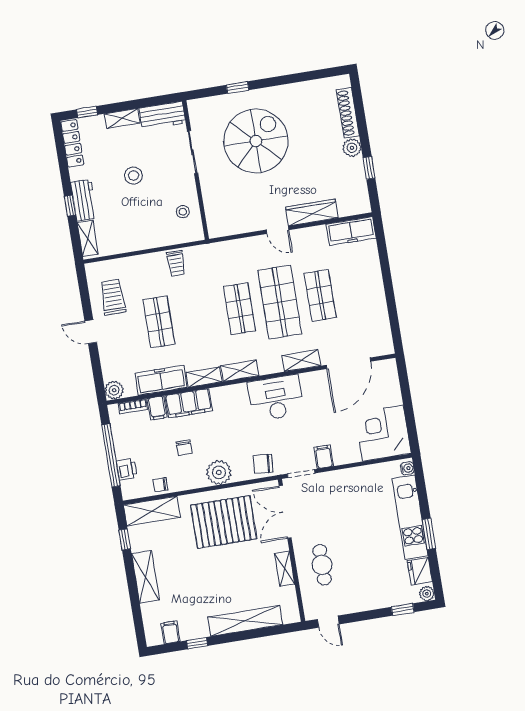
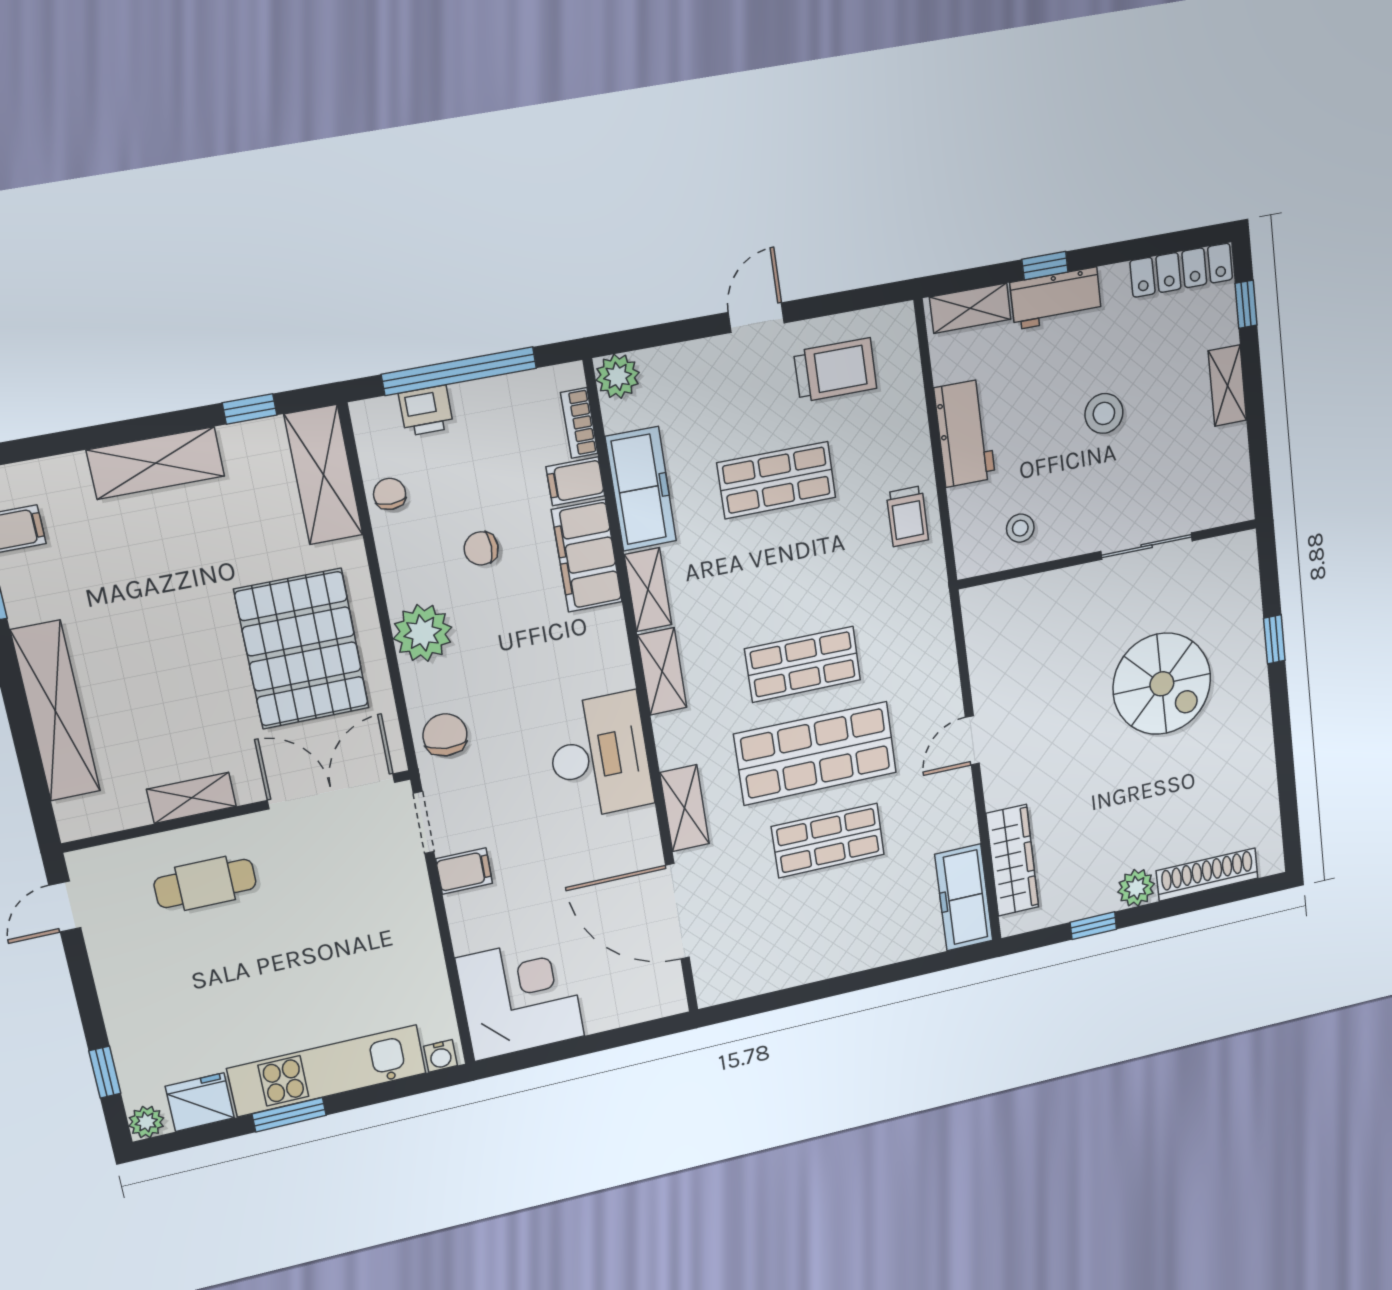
workbench: (162, 116) -> (965, 433), moved, turned 180
spiral stairs: (256, 141) -> (1162, 684), width x0.73, depth x0.73
wardrobe: (312, 212) -> (1012, 860), moved
trolley: (176, 263) -> (907, 516), turned -90

